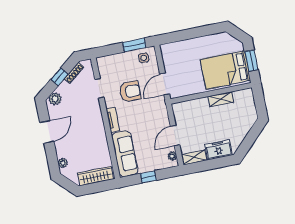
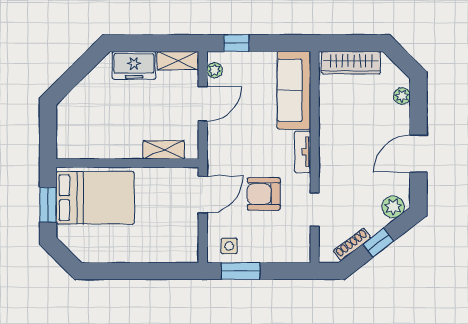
shelving: (221, 99) -> (164, 150), moved
window: (148, 177) -> (236, 43), moved

